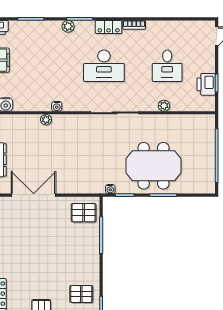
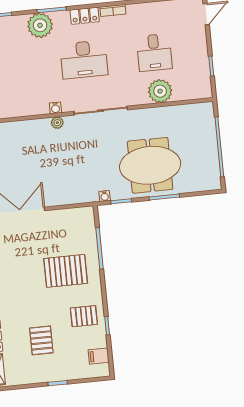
plant: (68, 26) -> (40, 25), width x1.88, depth x1.88
printer: (206, 84) -> (200, 69), removed
water cooler: (57, 106) -> (55, 108), moved
plant: (164, 106) -> (160, 91), width x1.88, depth x1.88
plant: (46, 120) -> (57, 123), moved
pallet: (84, 213) -> (66, 271), moved, width x1.50, depth x1.42

